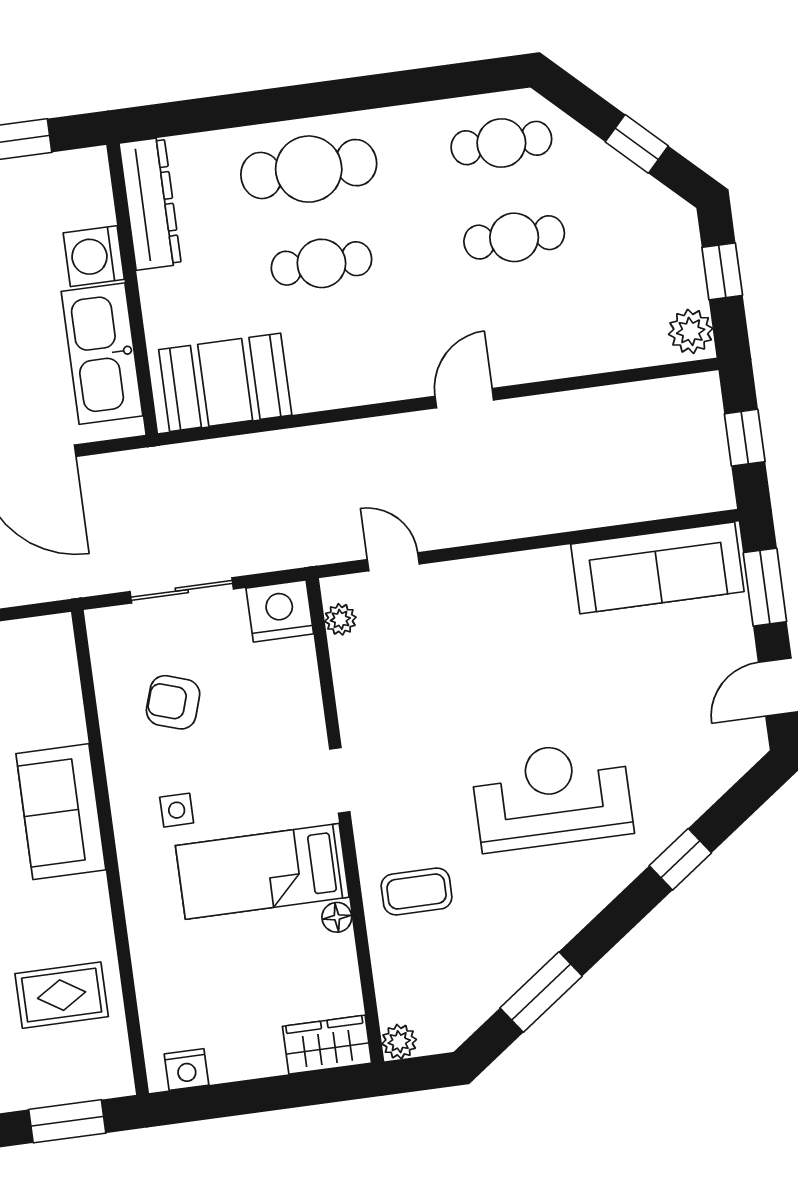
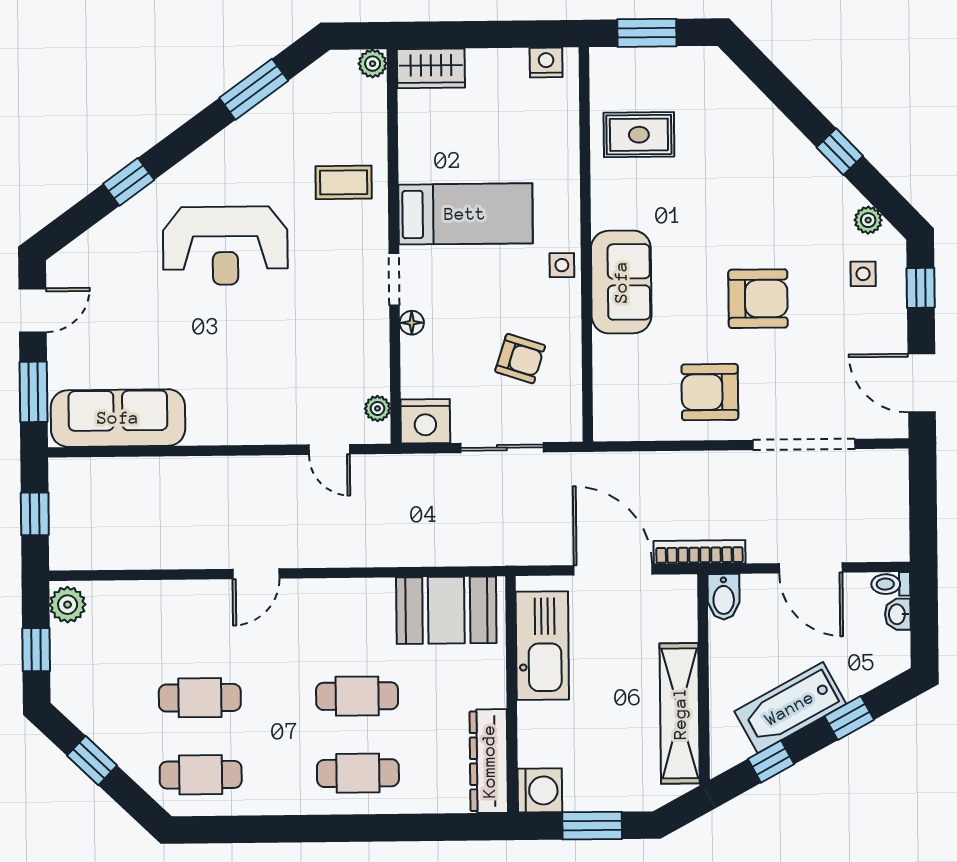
cafe table: (309, 169) -> (358, 773), width x0.73, depth x0.74
washing machine: (94, 256) -> (540, 790), moved
side table: (177, 810) -> (562, 265), moved
floor lamp: (337, 917) -> (412, 323), moved

